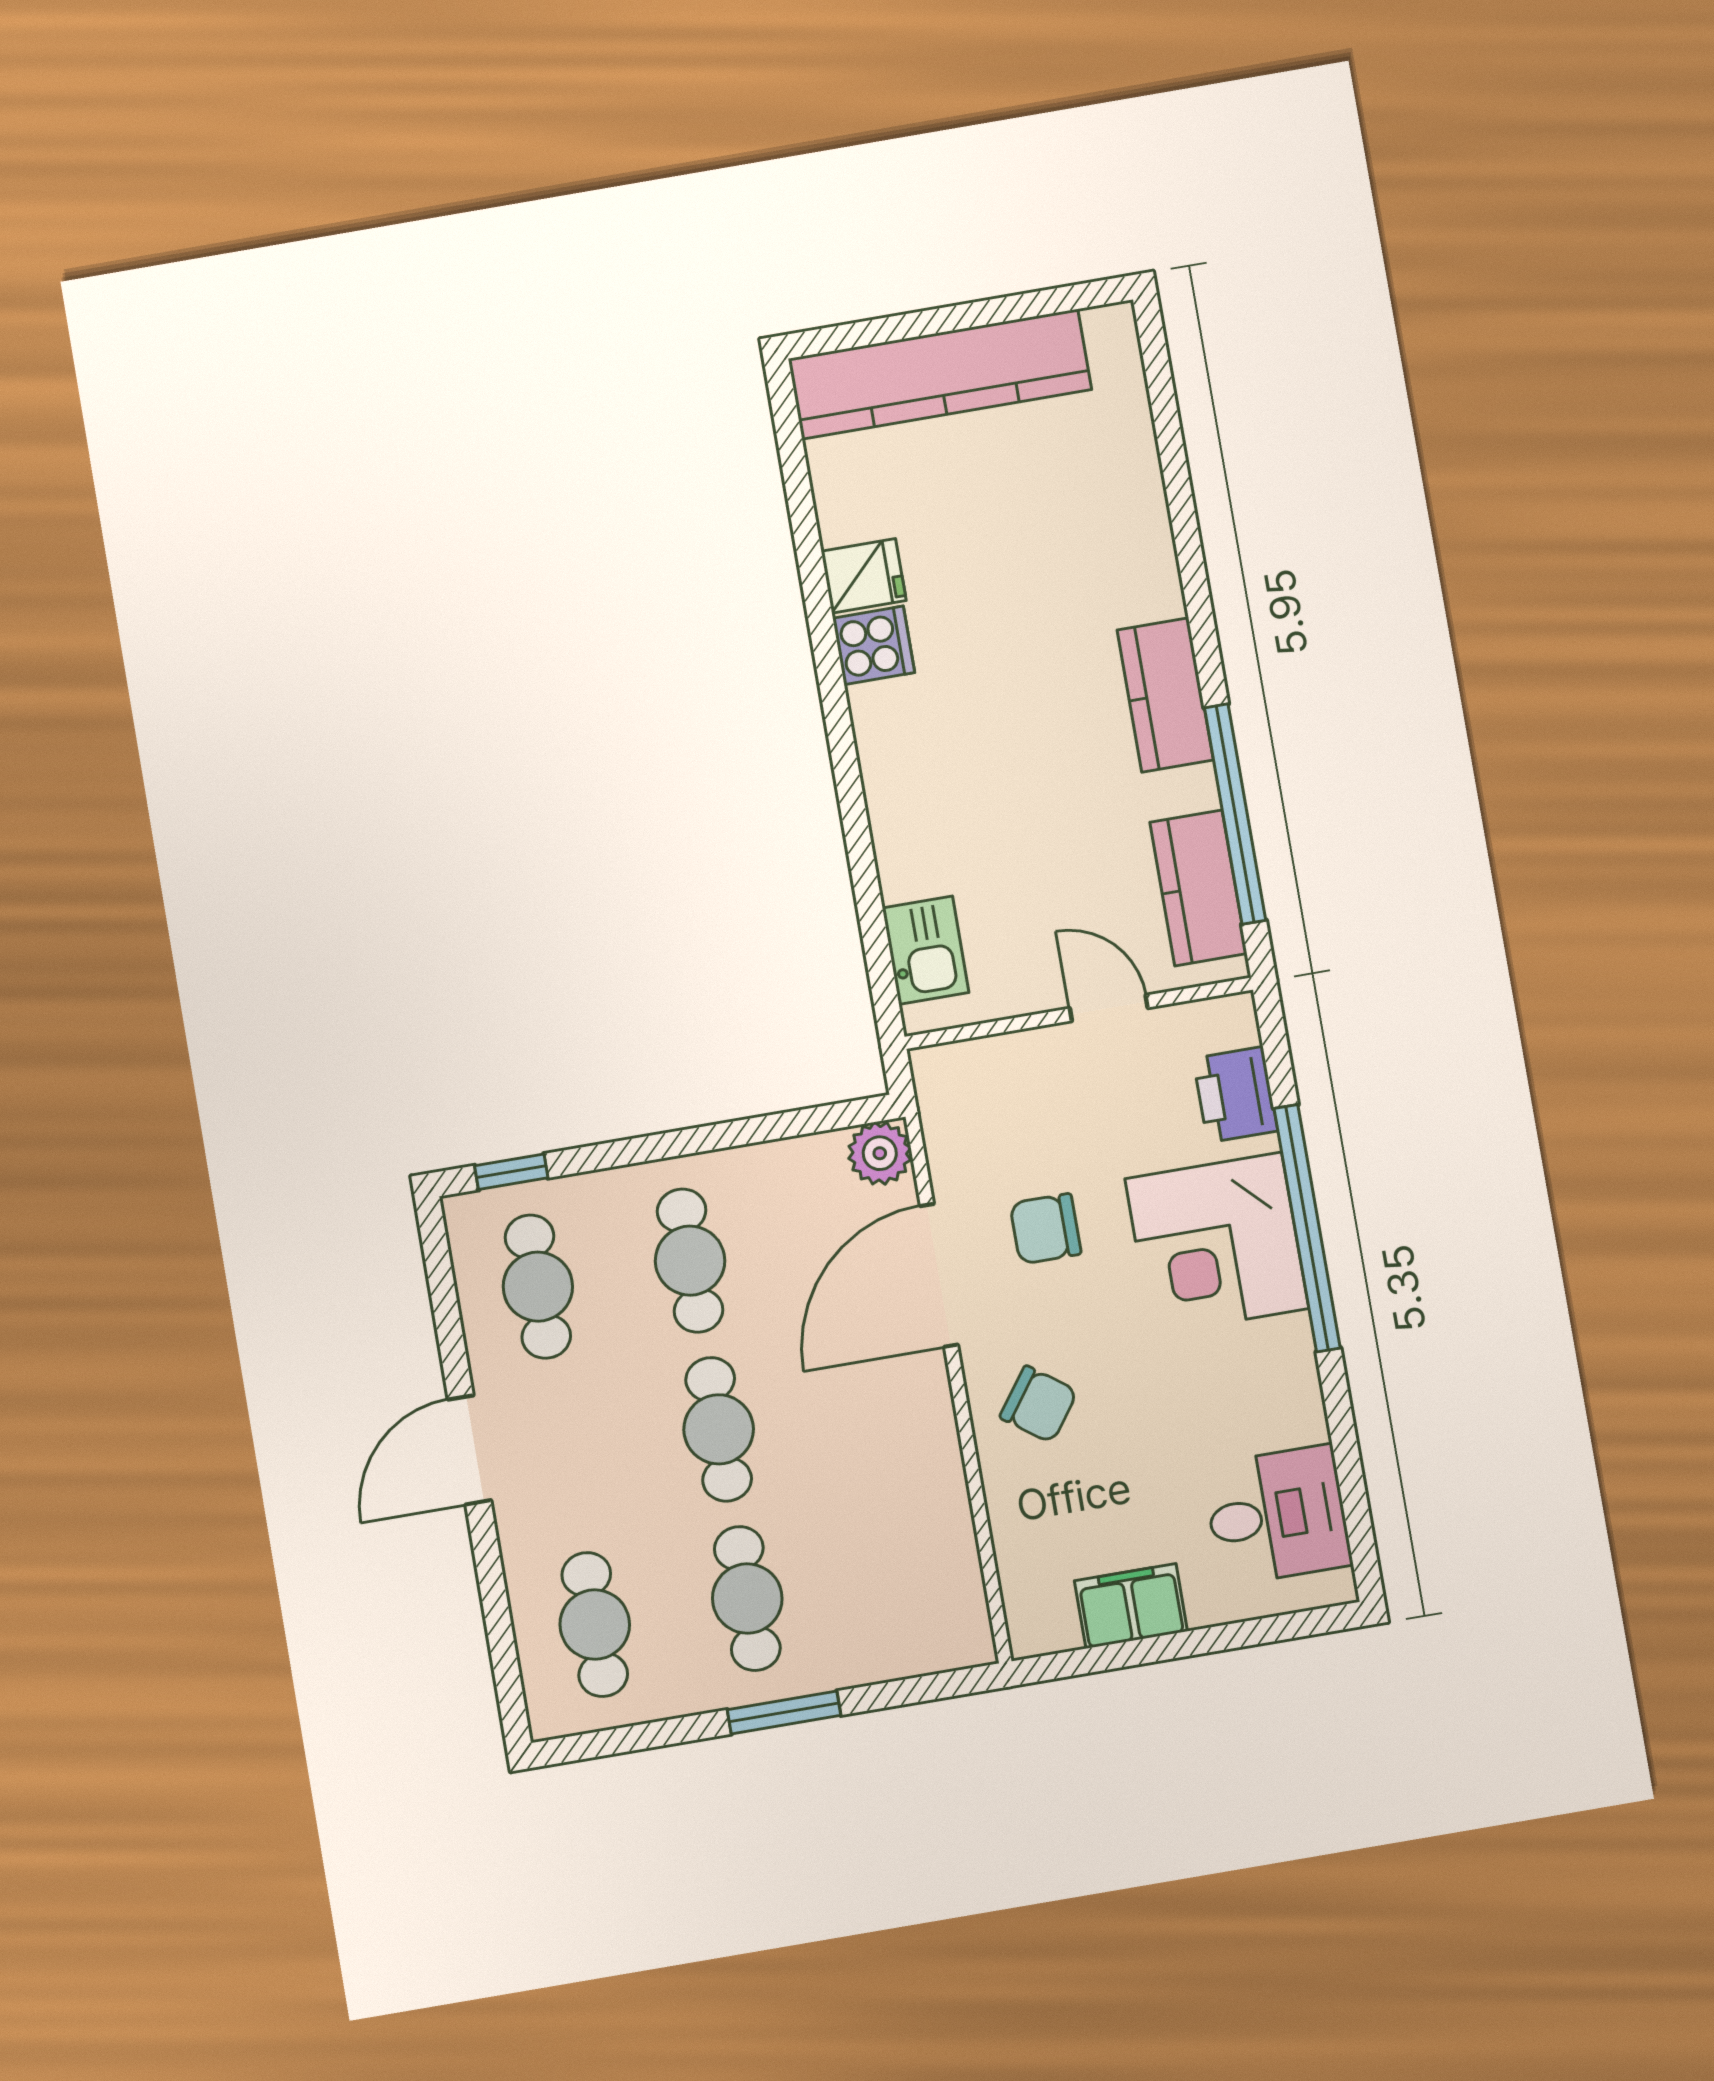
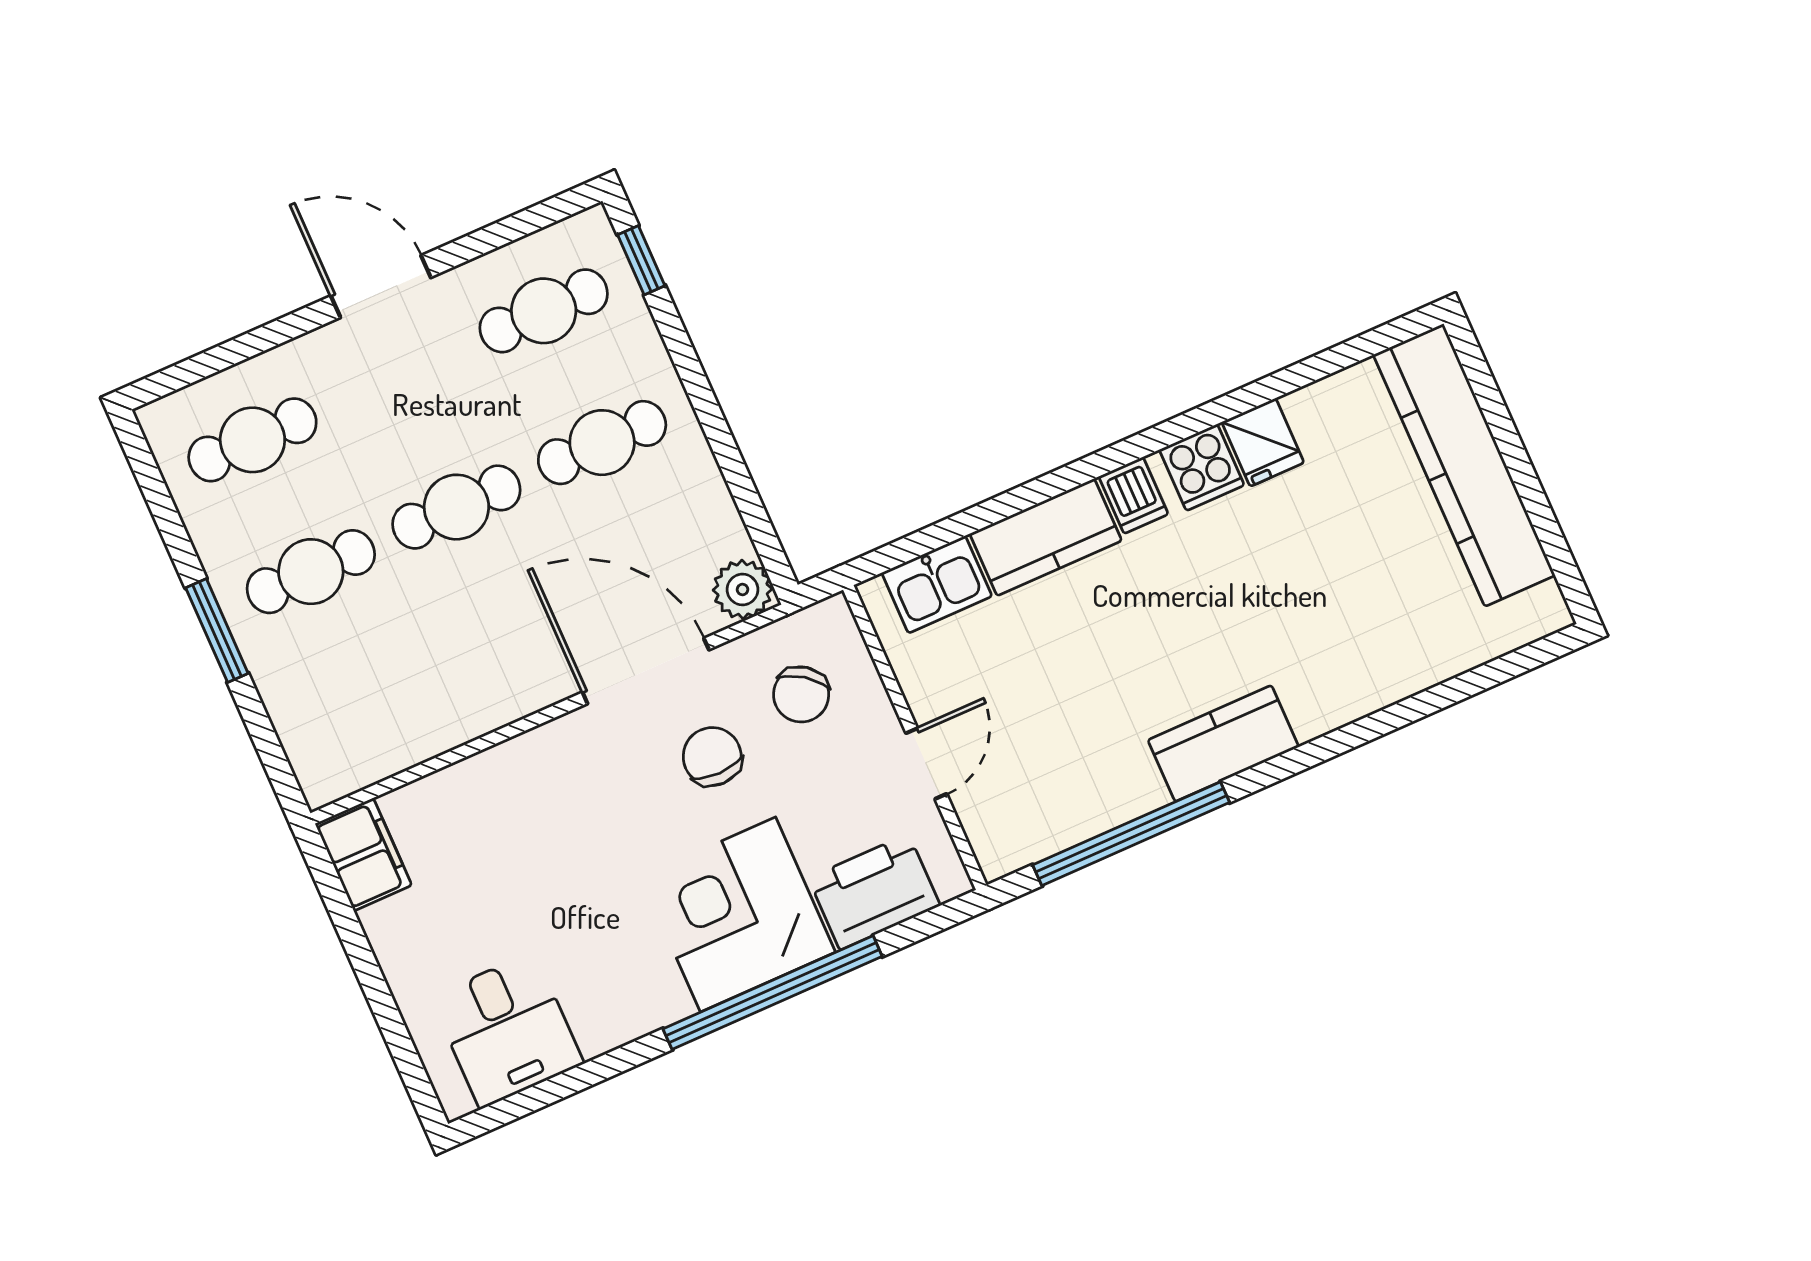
dishwasher: (885, 723) -> (1133, 495), added
kitchen counter: (1198, 888) -> (1046, 537), moved, turned 180
printer: (1235, 1095) -> (874, 892), width x1.37, depth x1.19
chair: (1039, 1404) -> (801, 694), moved
filing cabinet: (1131, 1606) -> (363, 855), moved

